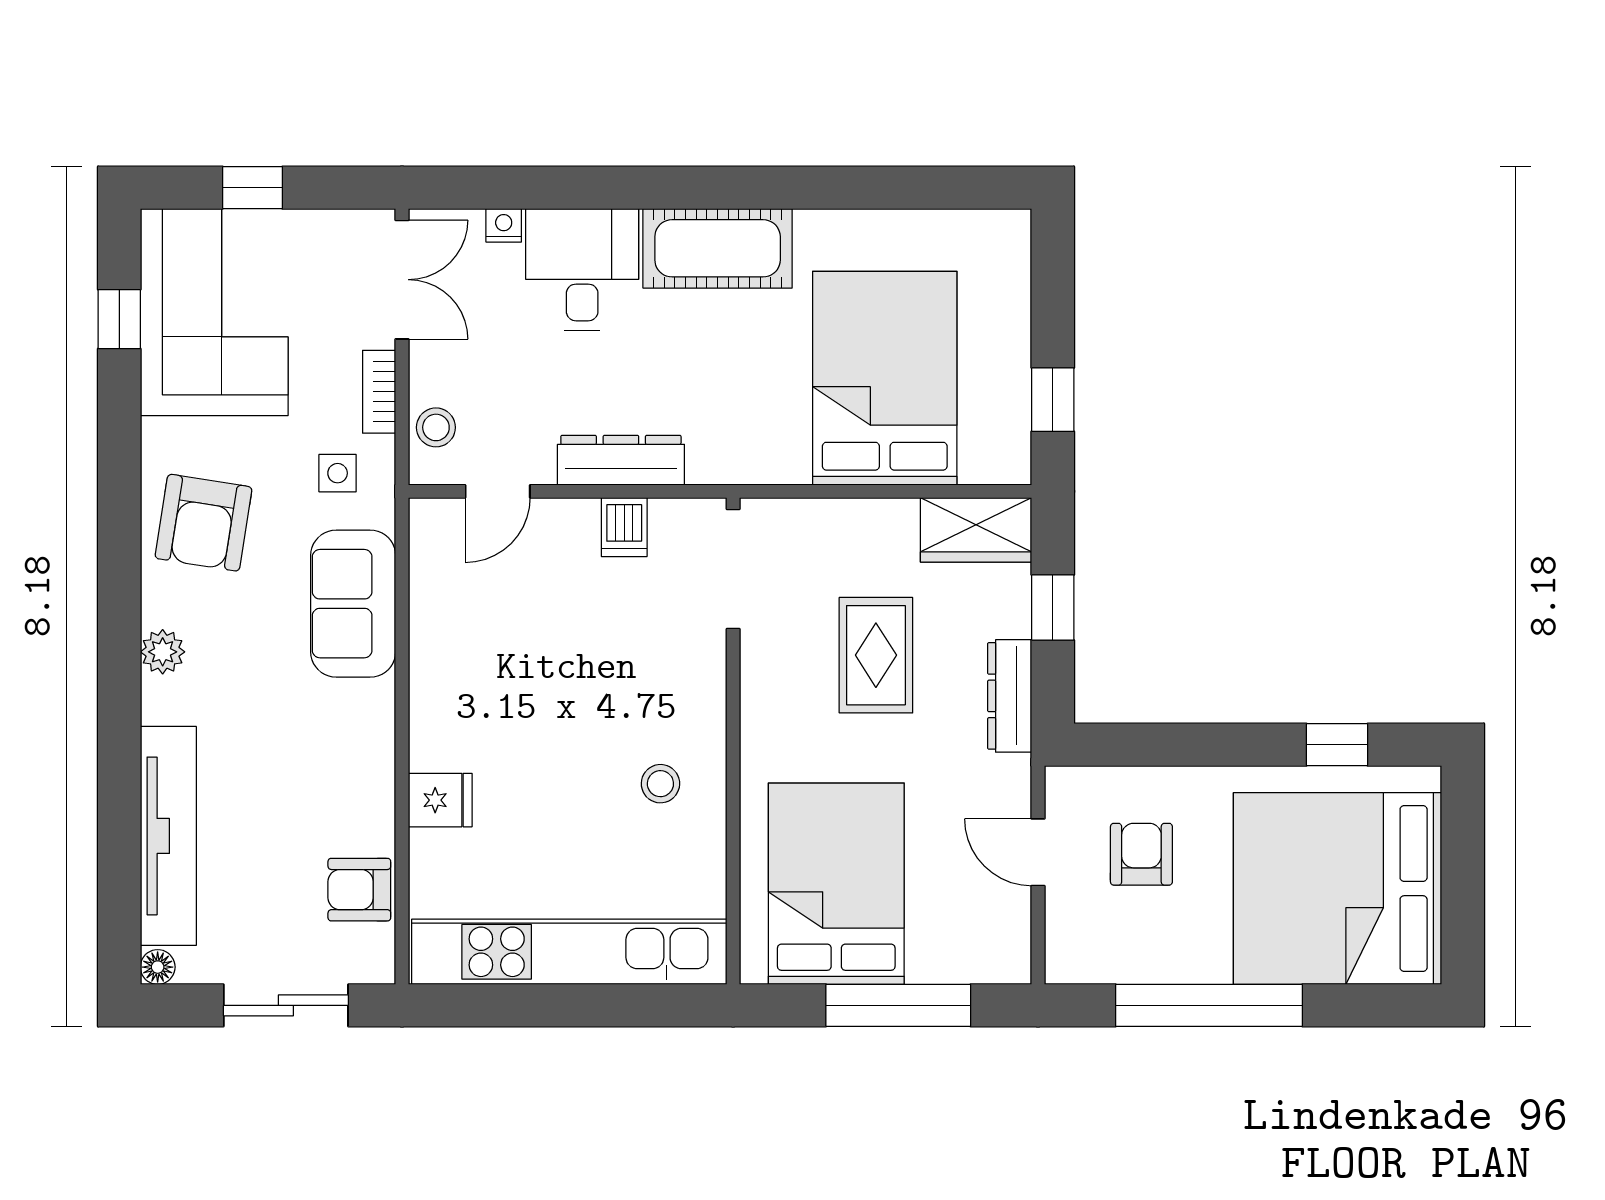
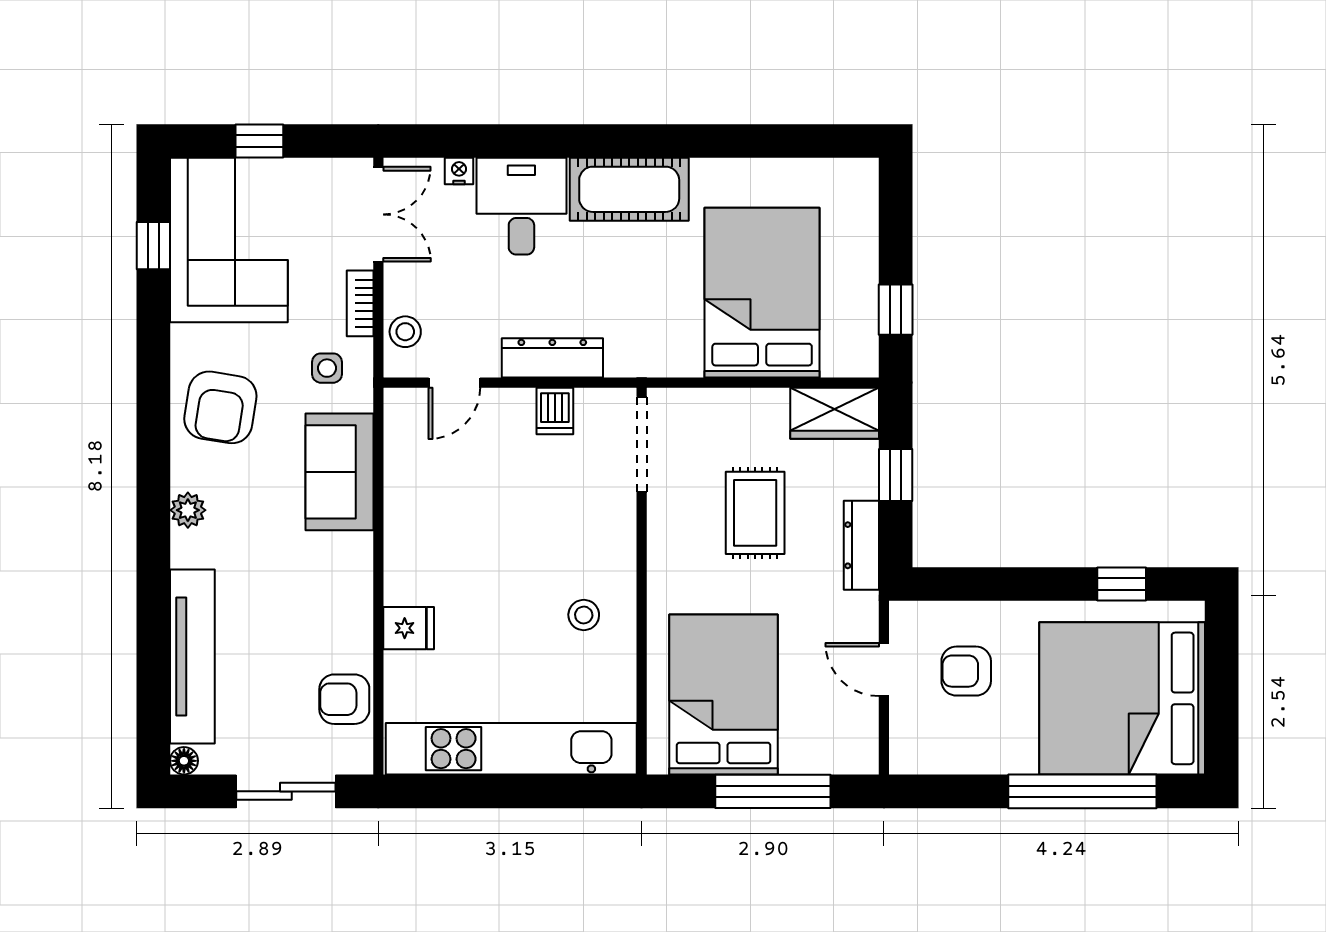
armchair: (1141, 854) -> (966, 671), turned -90
window: (1209, 1005) -> (1082, 791), moved

